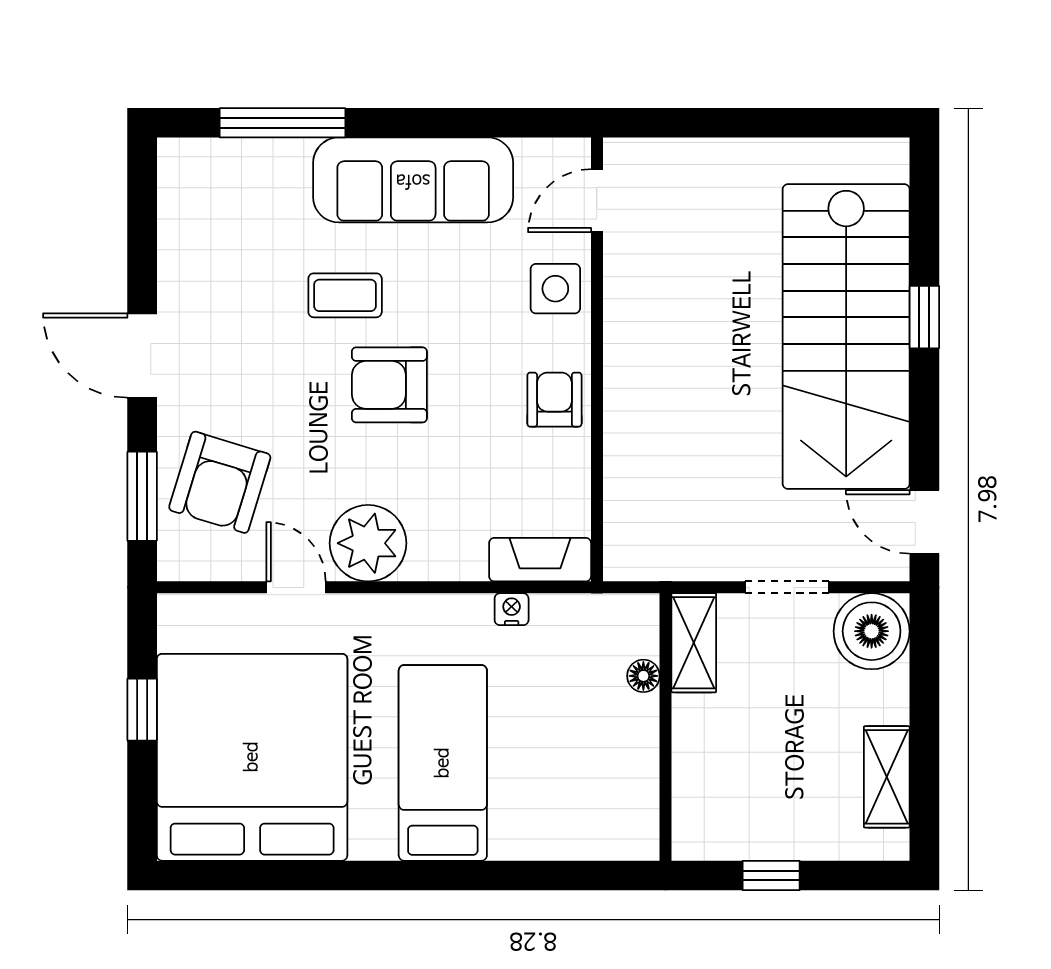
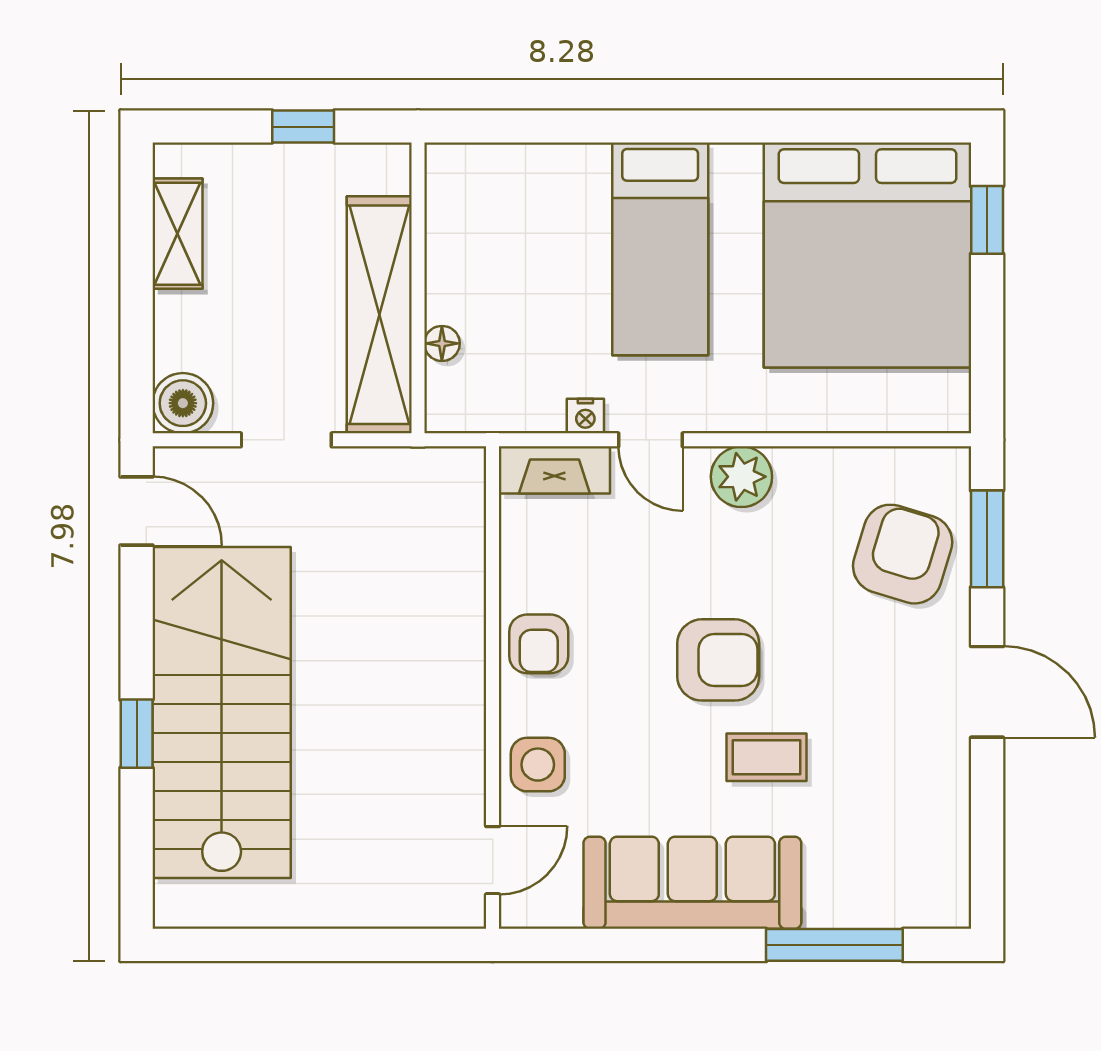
plant: (368, 543) -> (741, 477), width x0.73, depth x0.73
door: (296, 587) -> (651, 440), moved
boiler: (872, 631) -> (183, 403), width x0.73, depth x0.73
shelving: (694, 643) -> (379, 315), width x2.20, depth x1.33
window: (142, 710) -> (987, 220), moved

